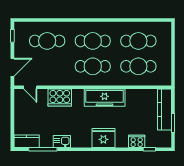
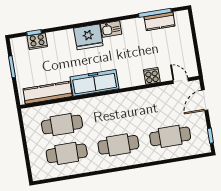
cafe table: (93, 66) -> (114, 116), removed
cooker: (60, 98) -> (152, 76), width x0.53, depth x0.76
kitchen counter: (165, 110) -> (48, 93), moved, turned -90
kitchen counter: (27, 141) -> (160, 21), moved
kitchen sink: (62, 141) -> (111, 29), moved
cooker: (137, 141) -> (37, 41), moved

